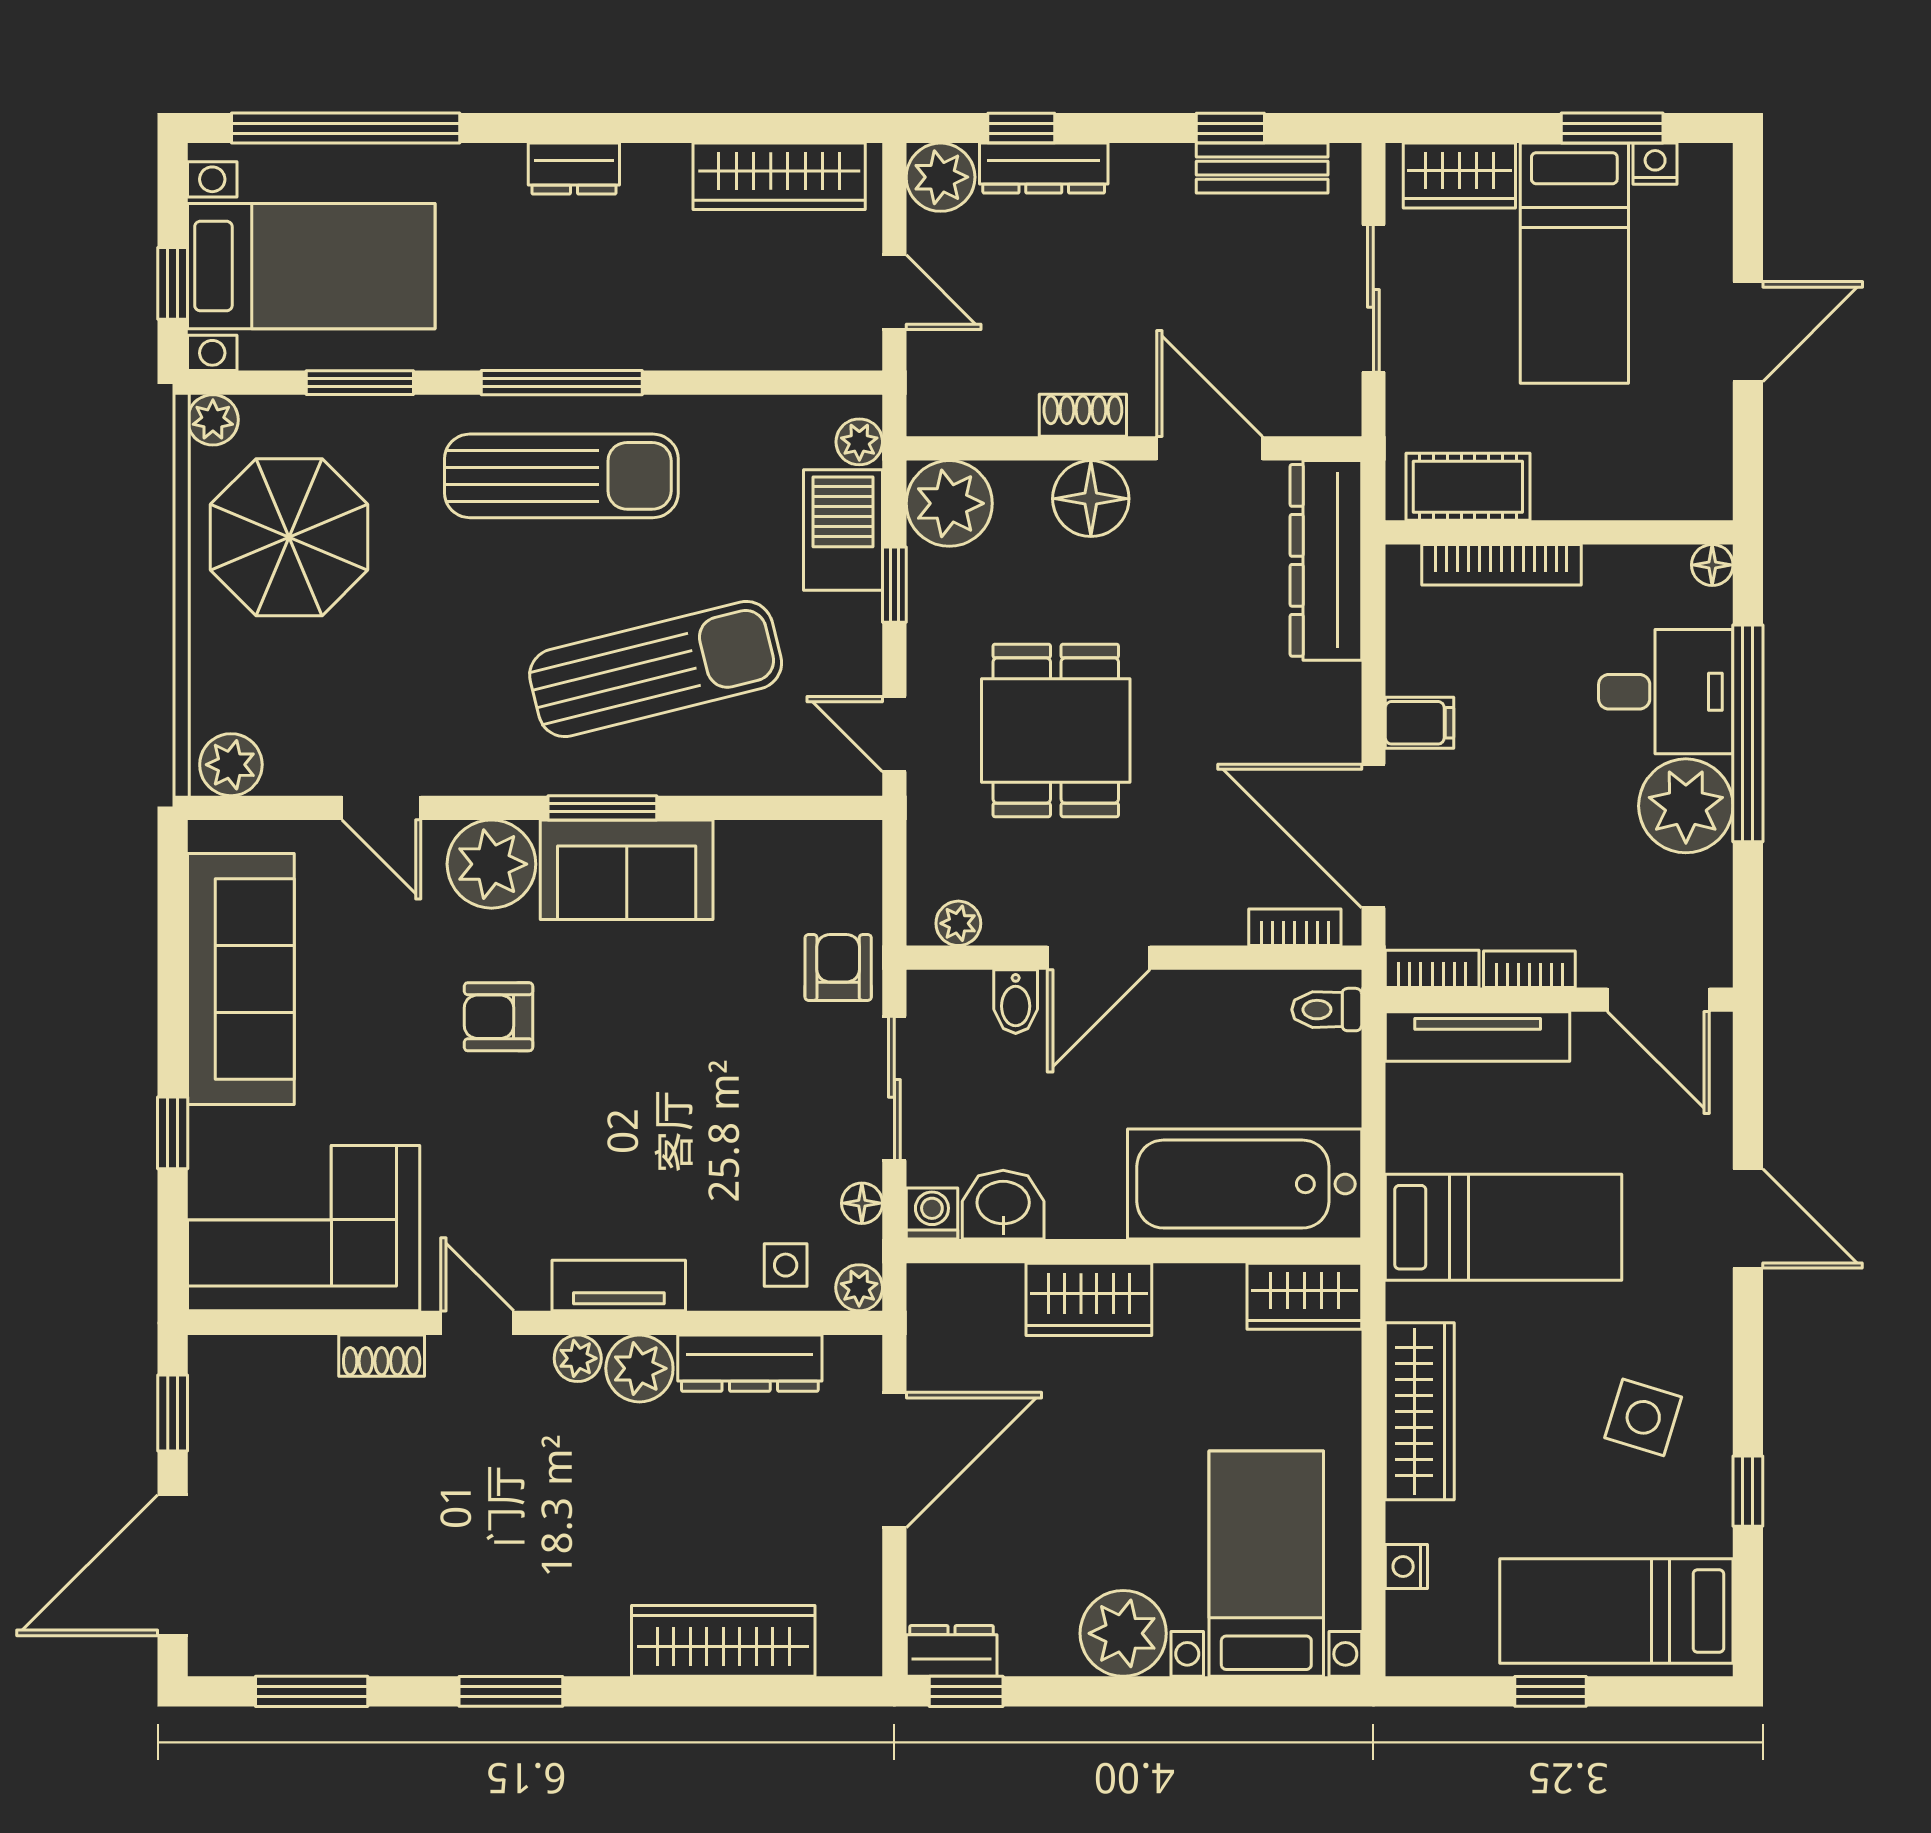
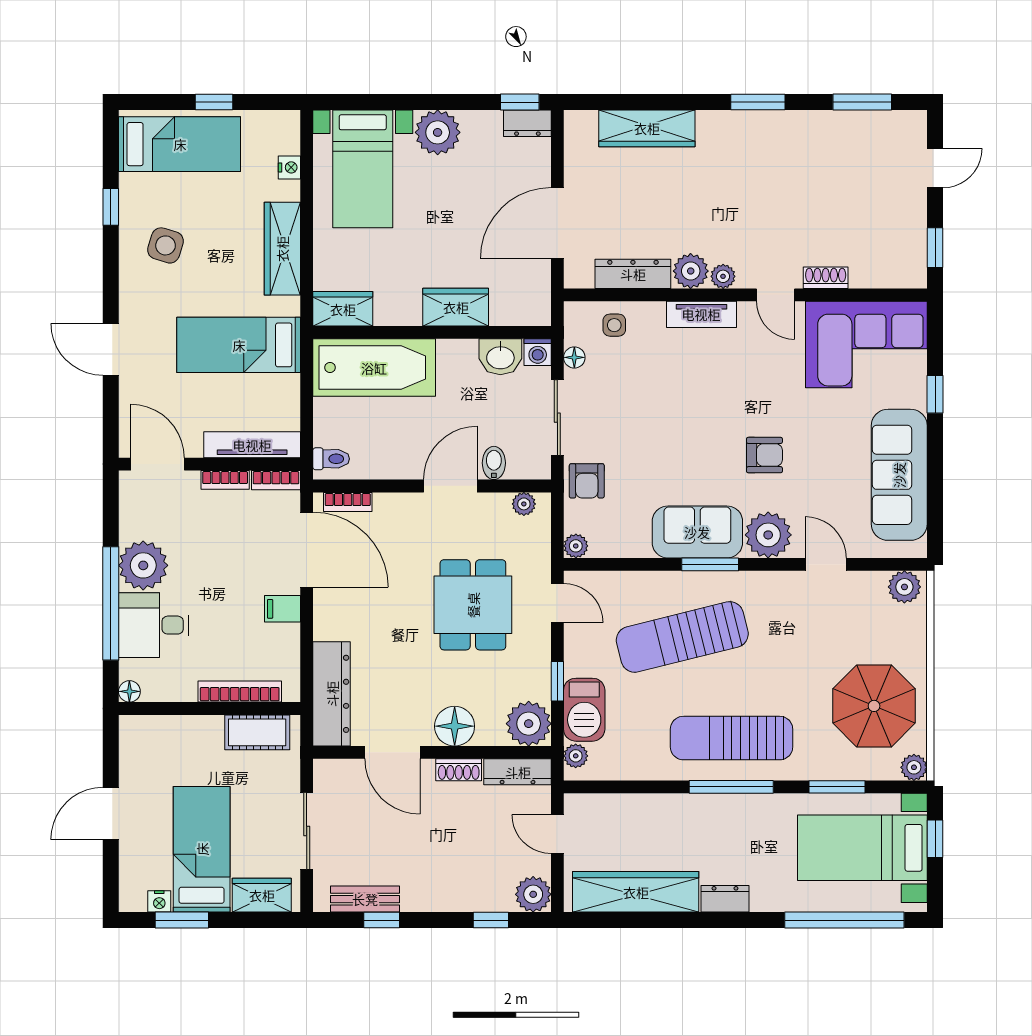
dresser: (1044, 168) -> (518, 772), moved, turned 180
wardrobe: (779, 176) -> (636, 892), width x1.40, depth x1.17
plant: (859, 1288) -> (576, 546), moved
door: (173, 1565) -> (935, 168), width x0.53

